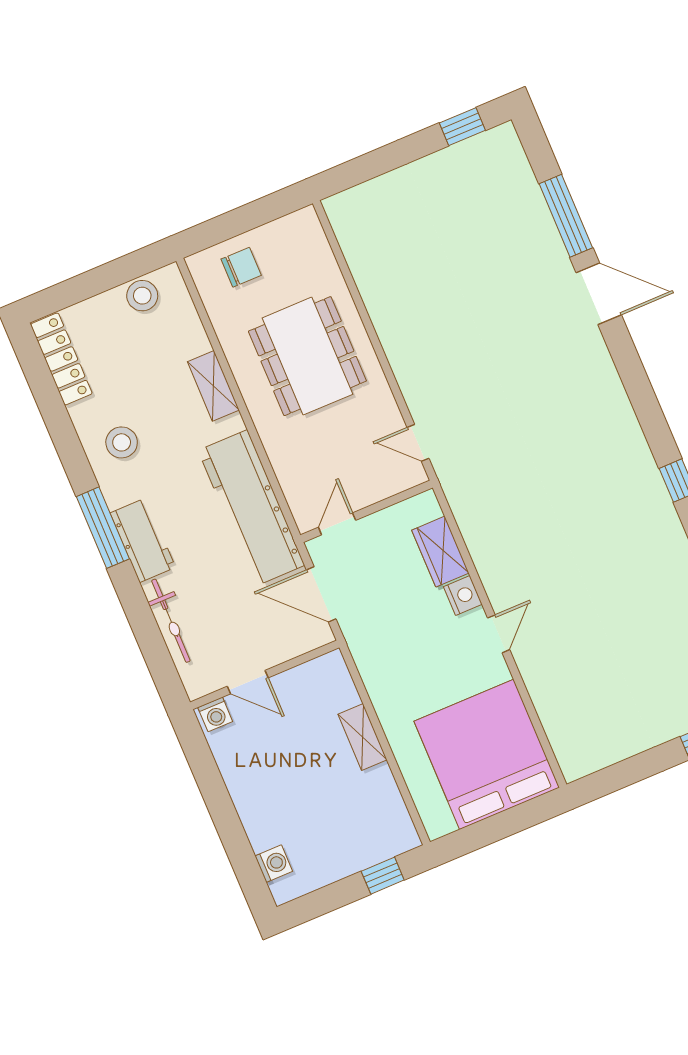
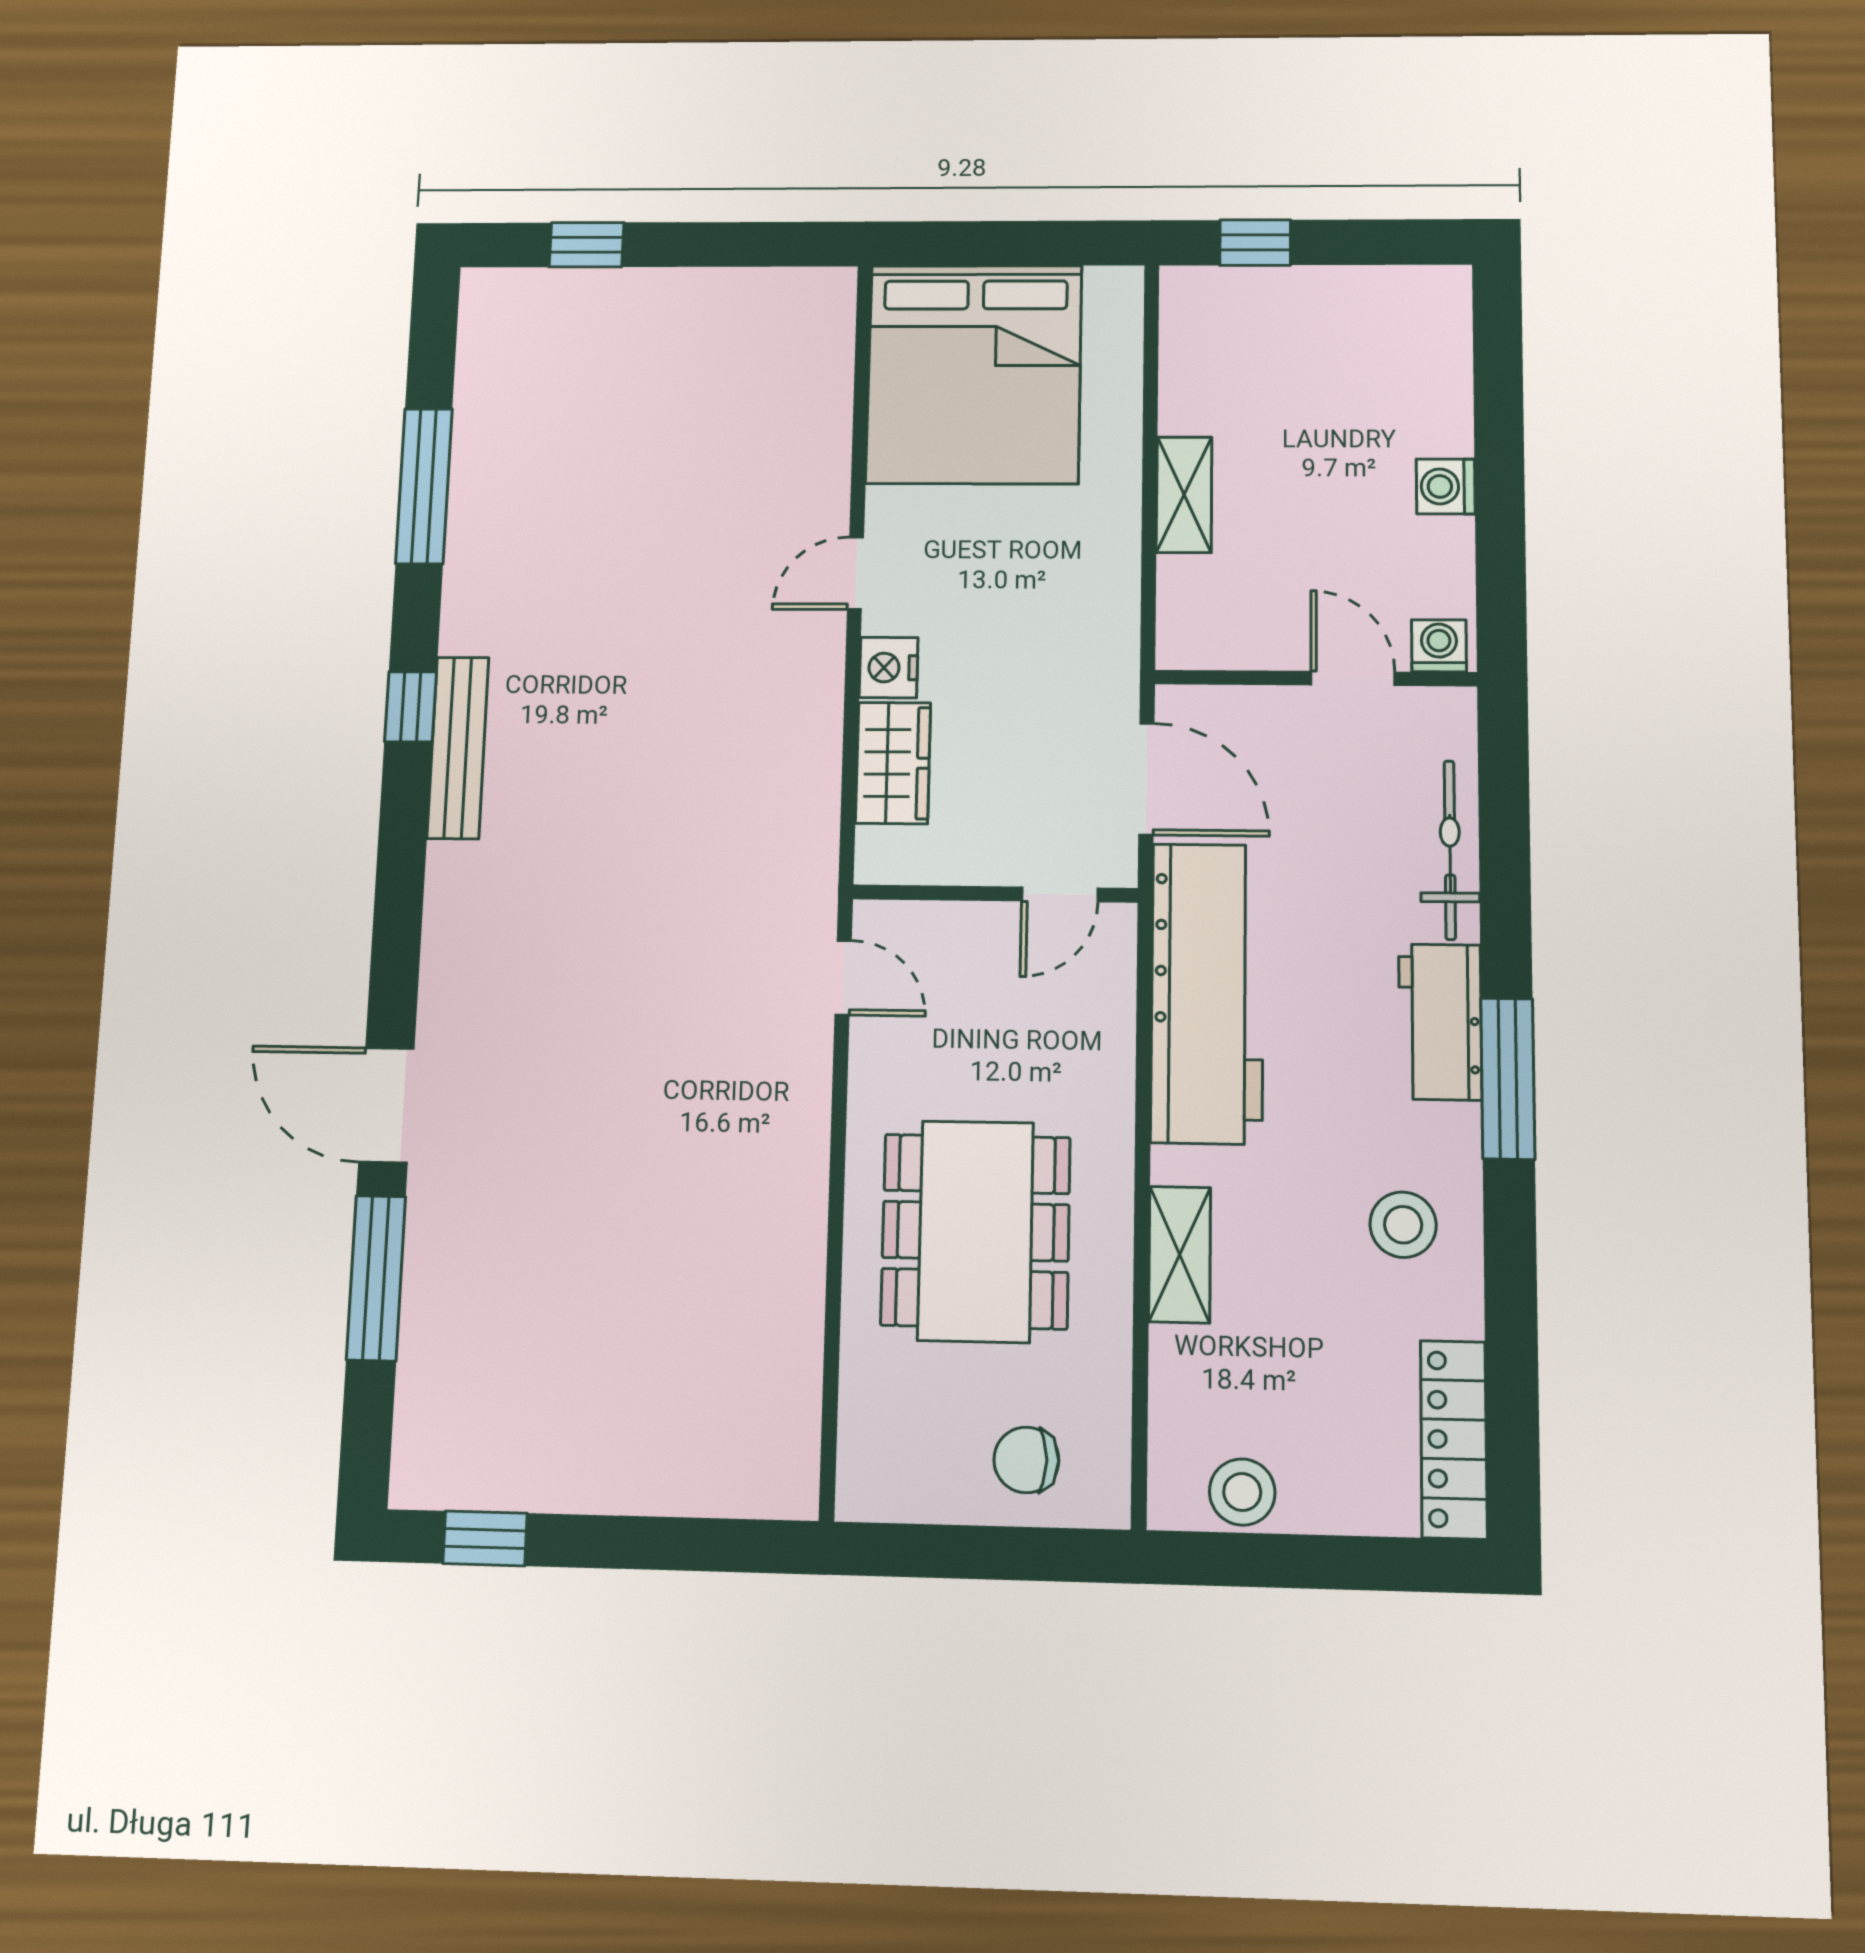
bench: (646, 471) -> (458, 748), added
washing machine: (274, 864) -> (1446, 486), moved

